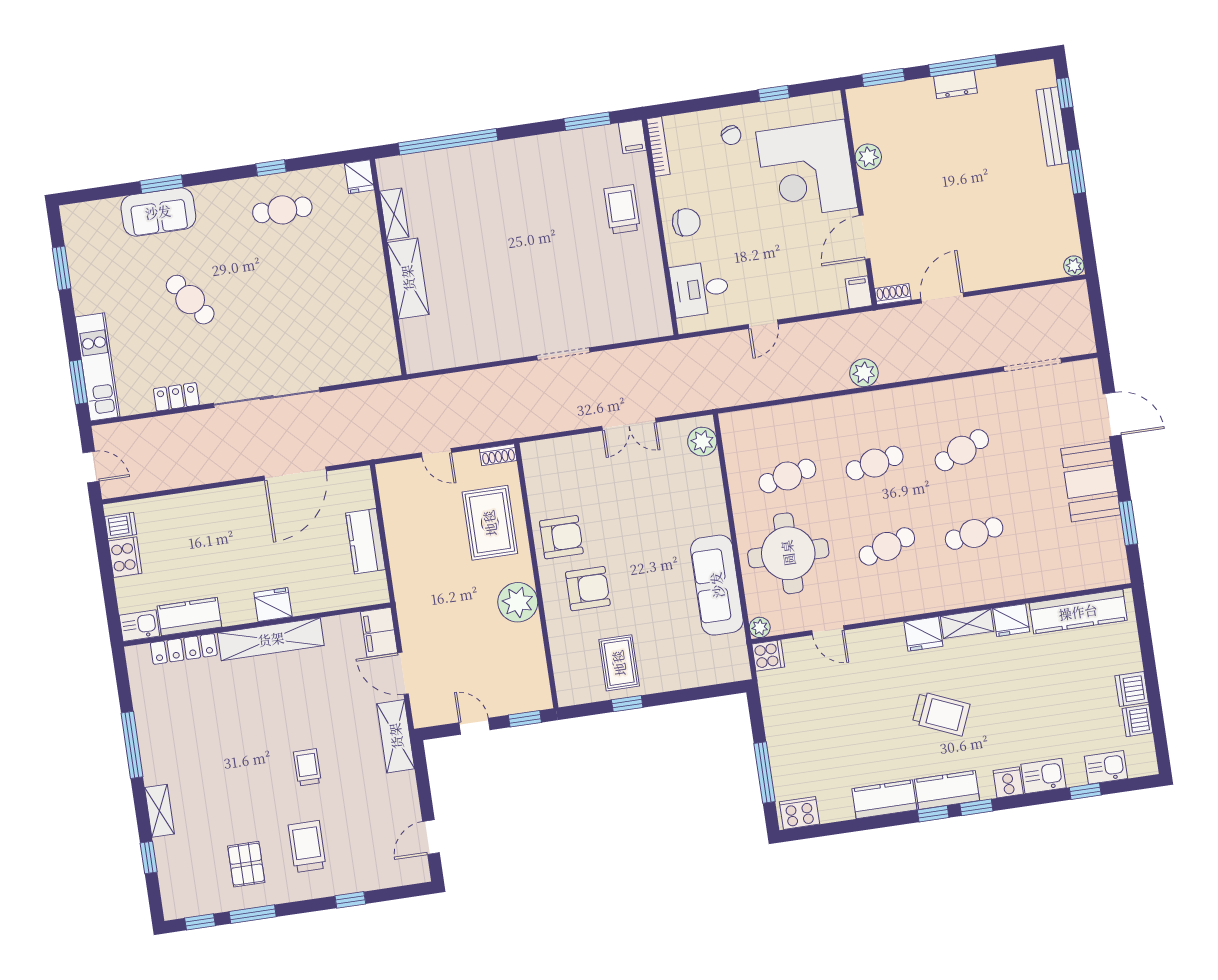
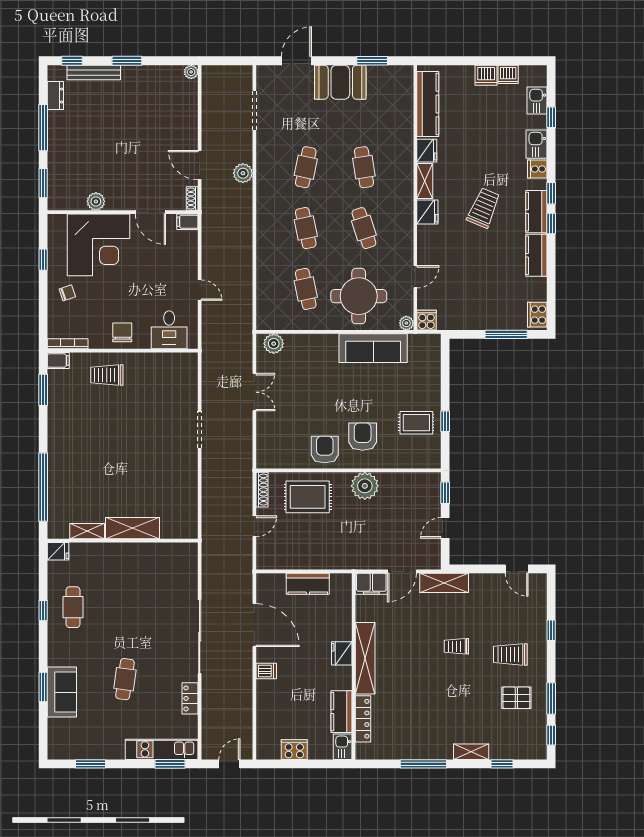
dresser: (955, 85) -> (55, 96), moved
cafe table: (190, 300) -> (125, 679), turned -47
plant: (864, 373) -> (243, 173), moved
cafe table: (962, 450) -> (306, 167), turned 36
shoe rack: (498, 455) -> (262, 490), width x1.43
dishwasher: (121, 525) -> (266, 671), moved, turned 90

